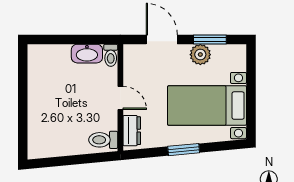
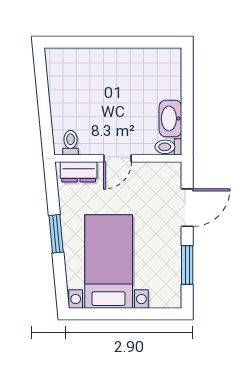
plant: (200, 55) -> (169, 254), removed
toilet: (103, 140) -> (71, 143), width x0.73, depth x0.72

